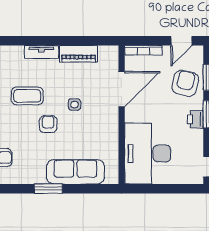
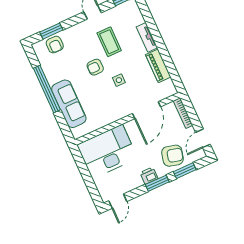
door: (181, 41) -> (203, 138), hinge flipped
door: (122, 89) -> (147, 110), hinge flipped
armchair: (48, 124) -> (95, 67), turned 180
window: (48, 189) -> (47, 89), width x2.11

